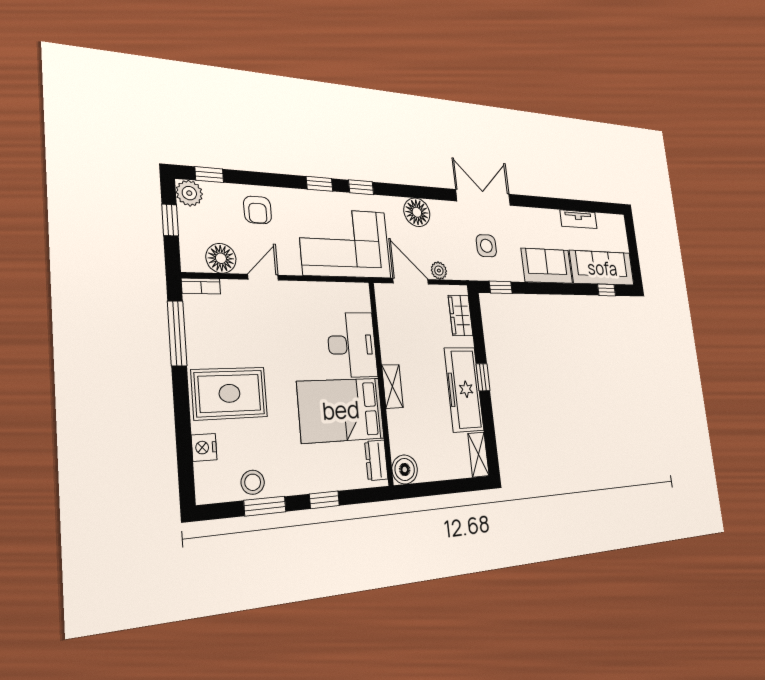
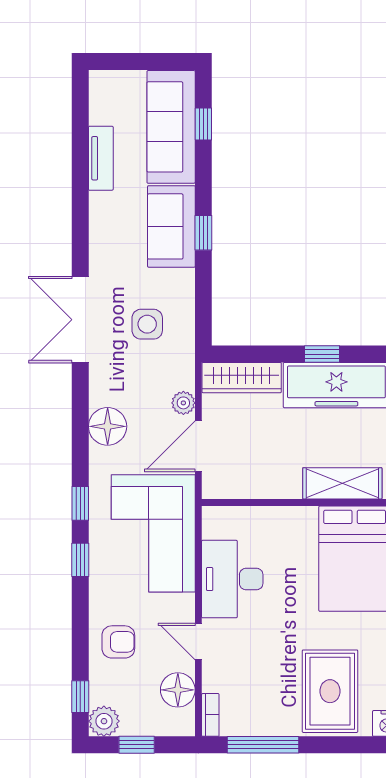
window: (501, 287) -> (203, 233), moved
wardrobe: (461, 315) -> (242, 378), width x1.50
desk: (352, 345) -> (232, 579), moved, turned -90
shelving: (392, 386) -> (342, 483), width x1.50, depth x1.33

